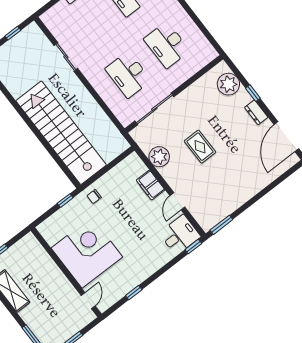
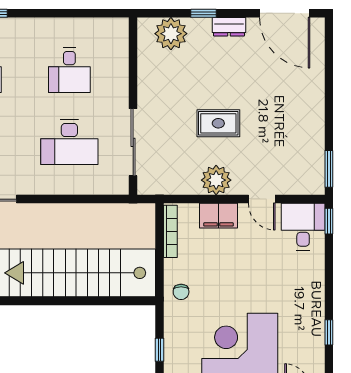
desk: (167, 45) -> (69, 70), width x0.73
plant: (159, 157) -> (216, 180), moved
bookcase: (122, 166) -> (170, 231), added
window: (65, 201) -> (160, 350), moved

